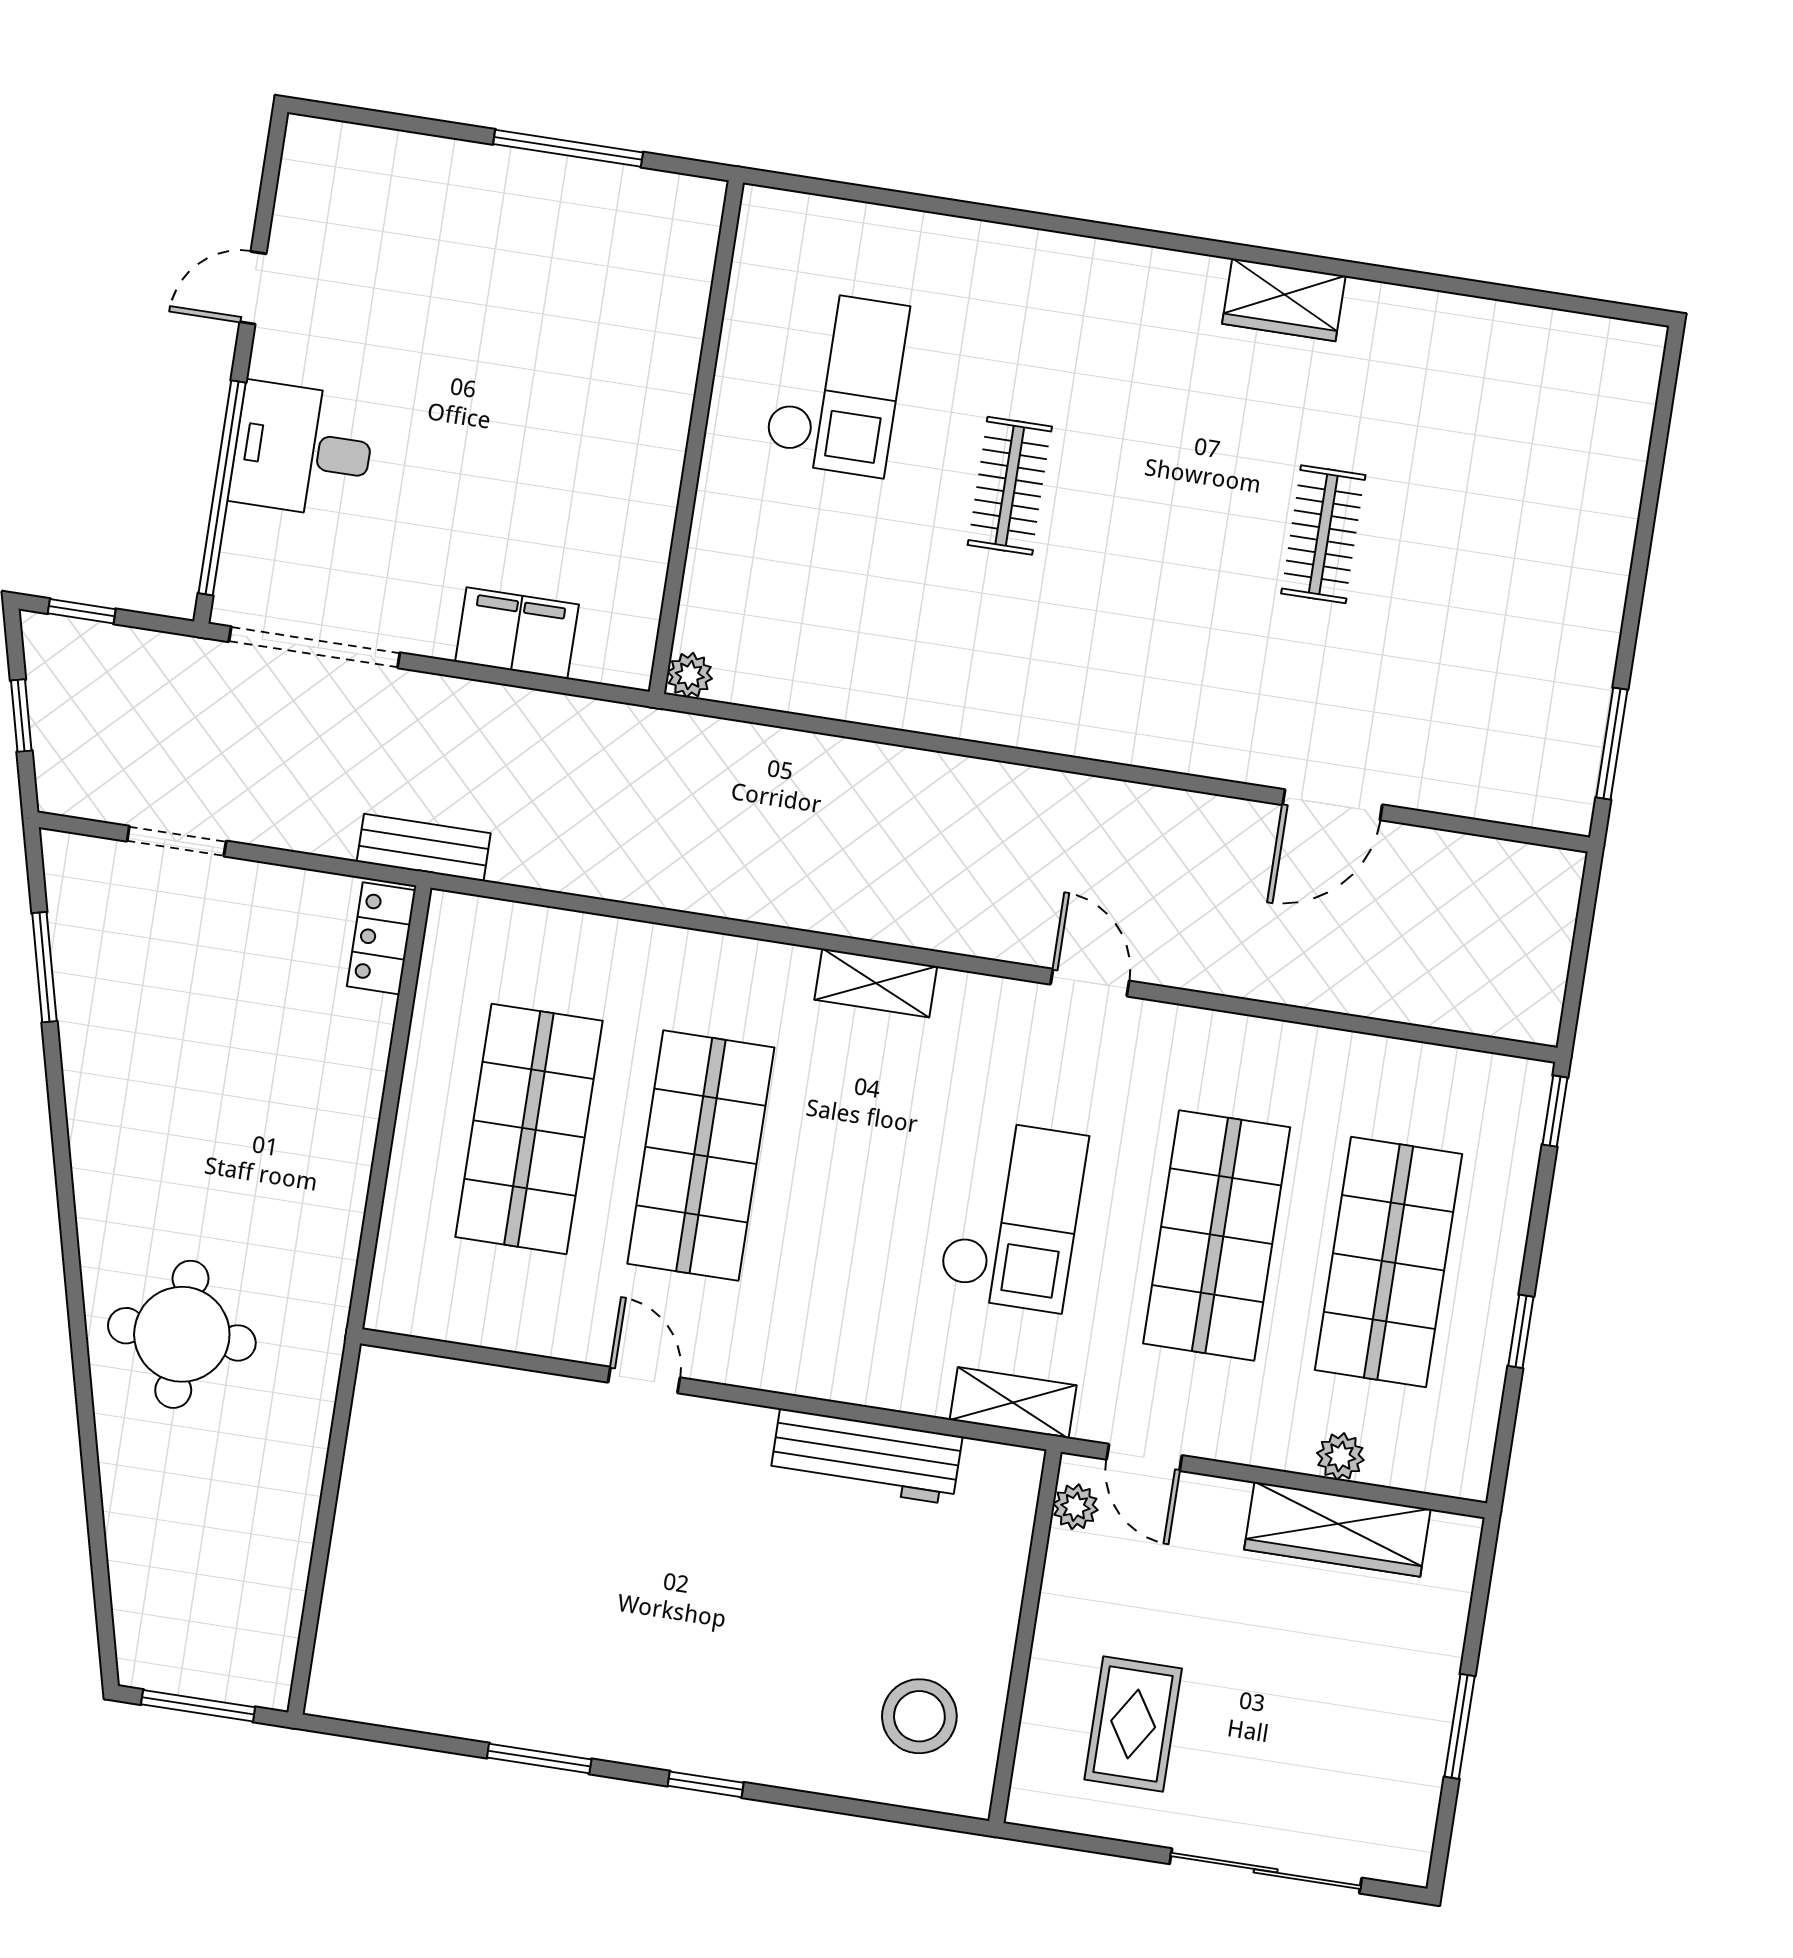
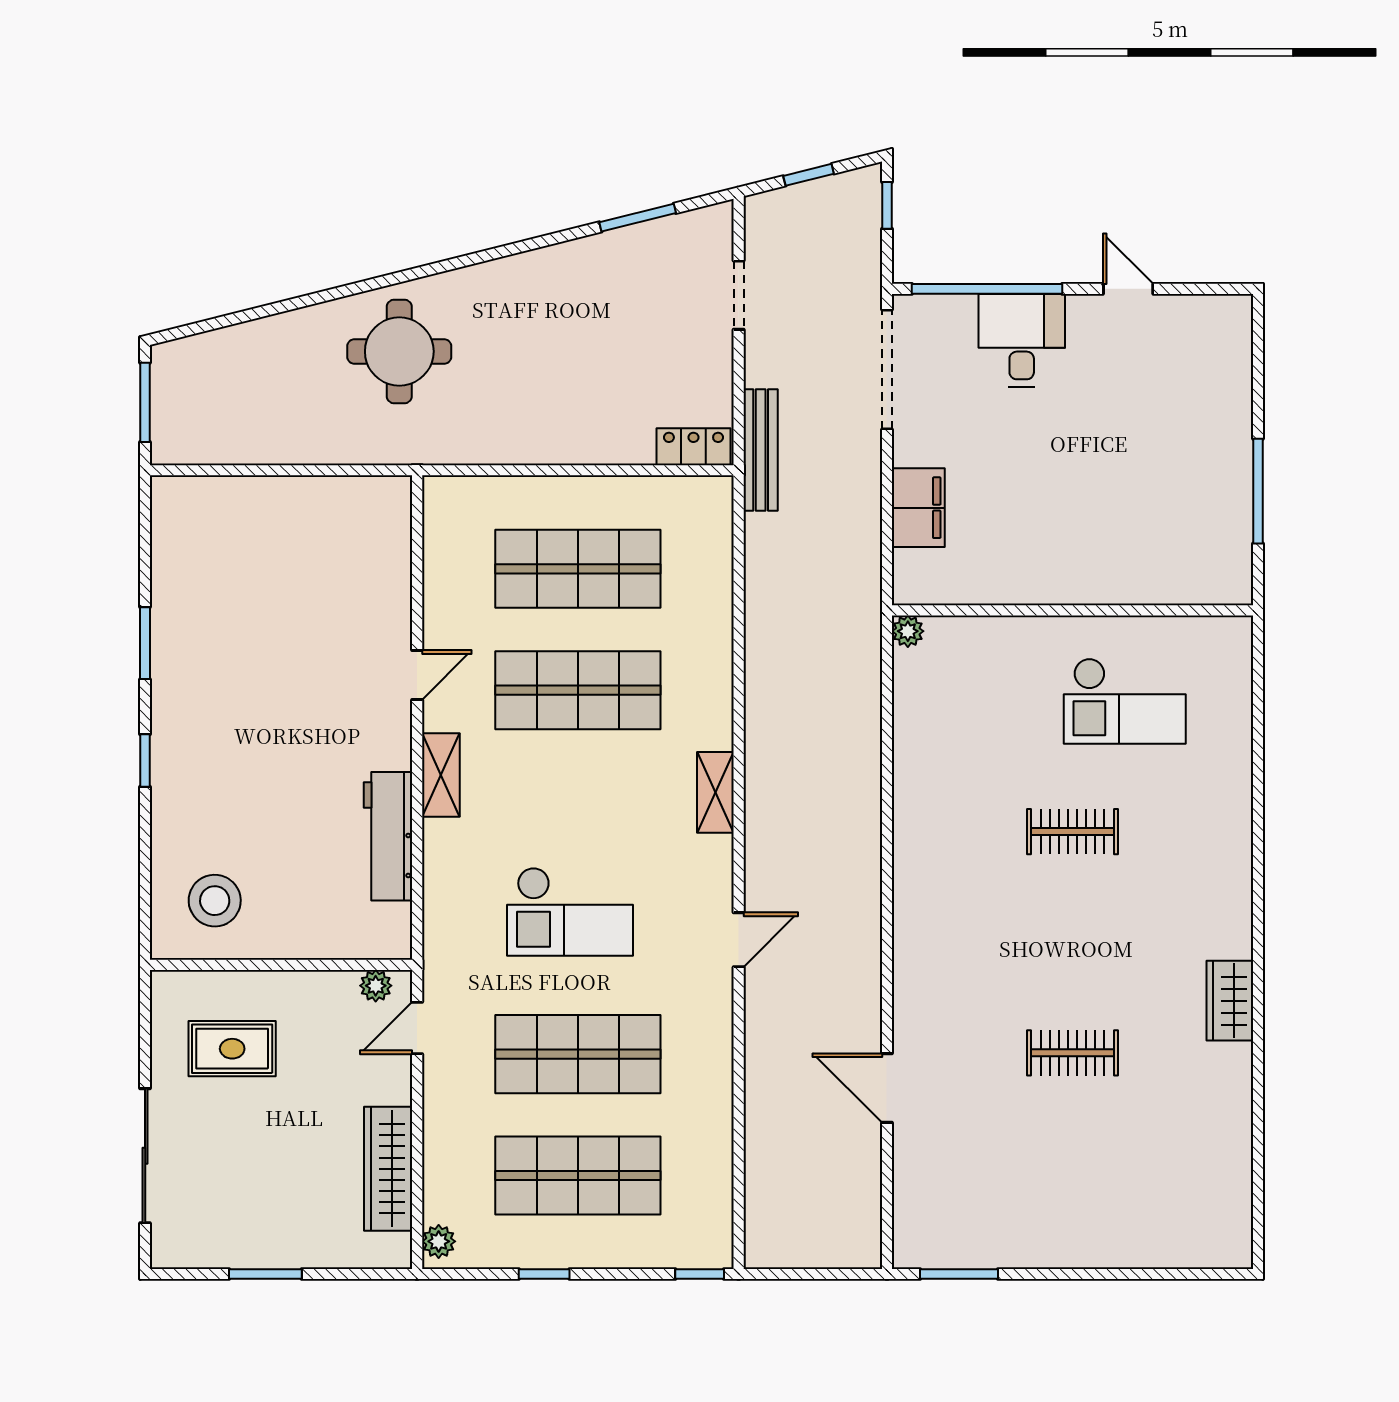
bench: (424, 848) -> (761, 450), width x1.36
shelving: (1013, 1403) -> (441, 775), moved
plant: (1340, 1457) -> (439, 1241), moved

